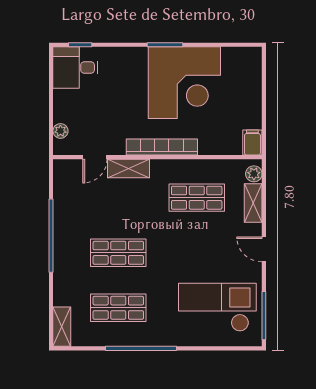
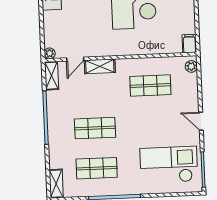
plant: (60, 131) -> (50, 53), moved
bookcase: (162, 147) -> (123, 50), removed
shelving: (253, 203) -> (52, 76), moved

